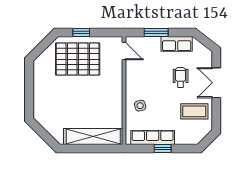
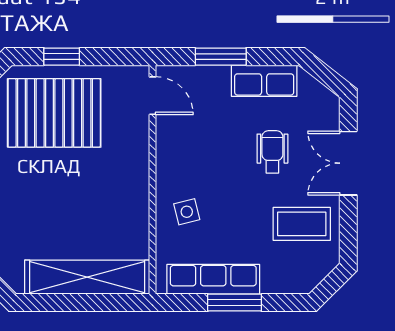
window: (163, 148) -> (235, 303), width x1.50

